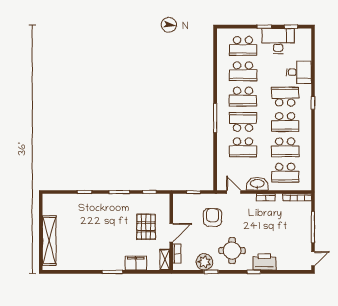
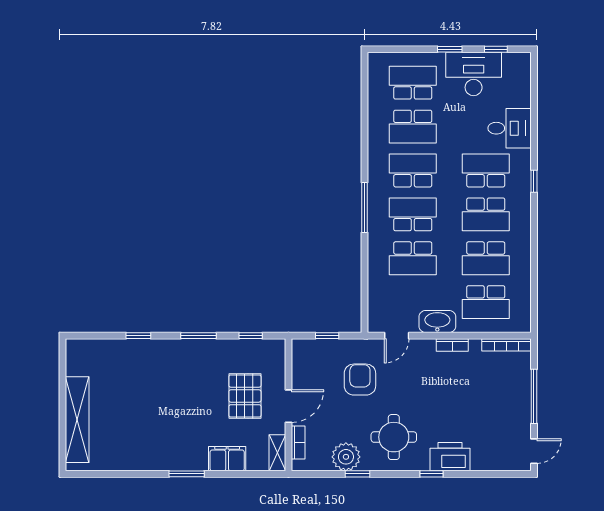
school desk: (243, 46) -> (413, 83), turned 180
school desk: (243, 97) -> (413, 170), turned 180
door: (234, 192) -> (397, 336), swing flipped

